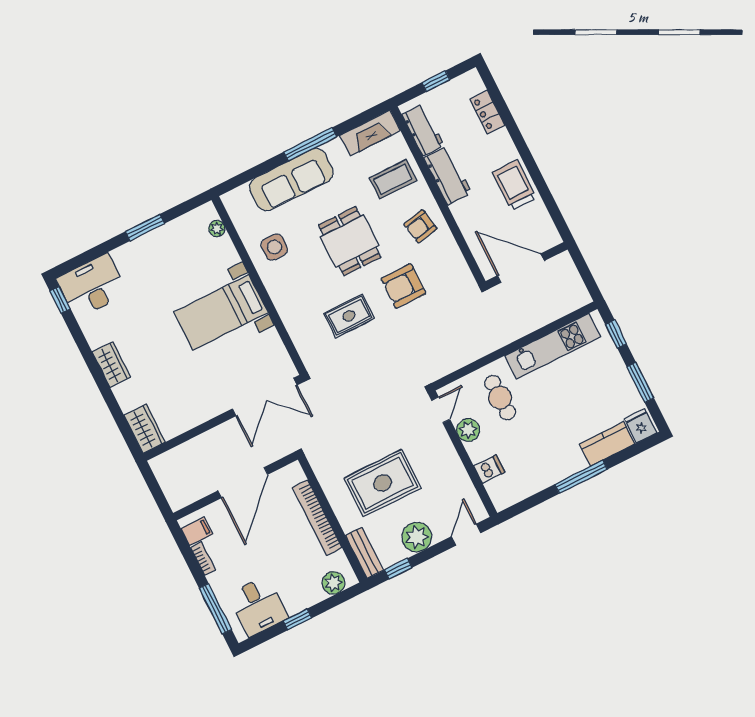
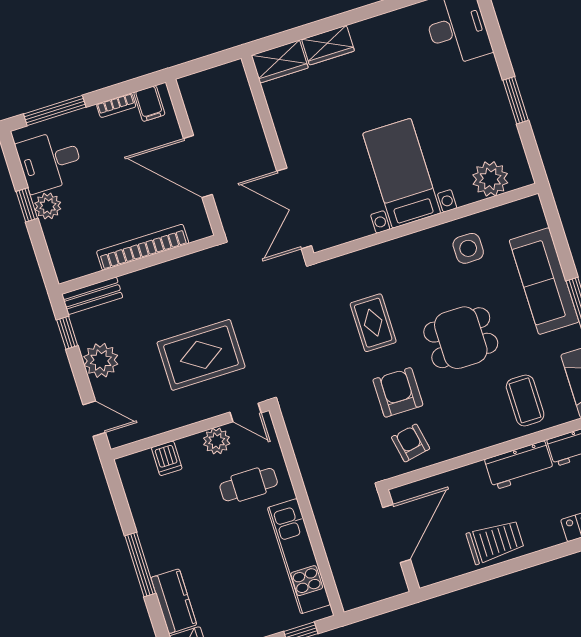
armchair: (420, 226) -> (411, 443), moved
plant: (217, 229) -> (490, 179), width x1.88, depth x1.88
wardrobe: (111, 365) -> (328, 45), moved
rug: (382, 483) -> (201, 355), moved, turned 90
plant: (333, 583) -> (48, 206), moved

